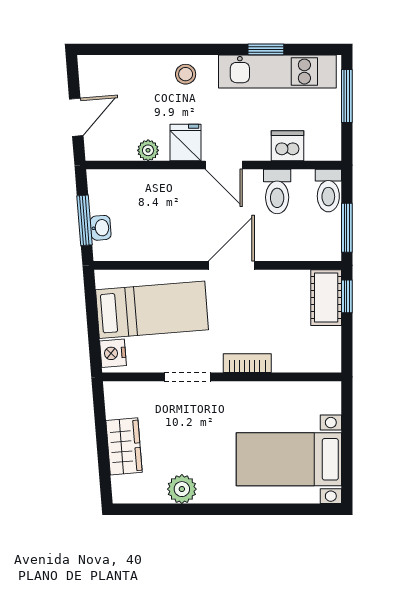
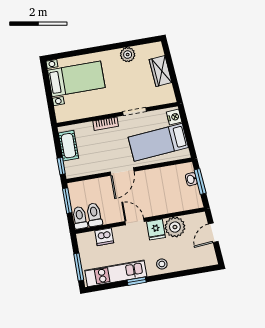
window: (266, 49) -> (137, 281), moved
plant: (148, 150) -> (175, 227), width x1.88, depth x1.88
toilet: (277, 192) -> (94, 215), moved
cot: (326, 298) -> (68, 146), moved

